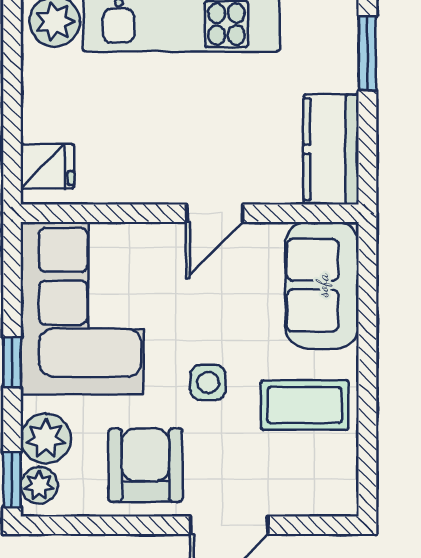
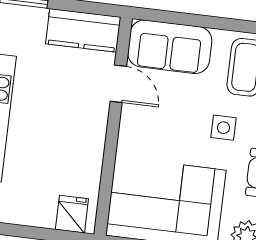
door: (215, 213) -> (118, 84), moved

